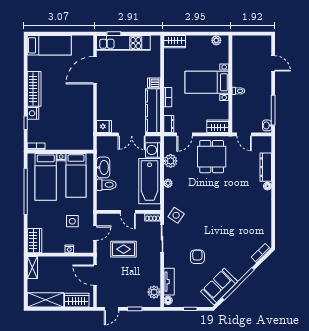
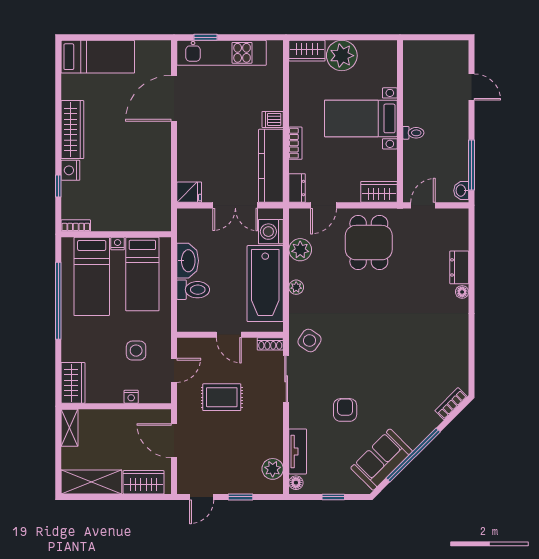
plant: (216, 40) -> (342, 56), moved, width x1.87, depth x1.87
door: (244, 134) -> (423, 205), swing flipped
dresser: (266, 167) -> (459, 267), width x0.70

